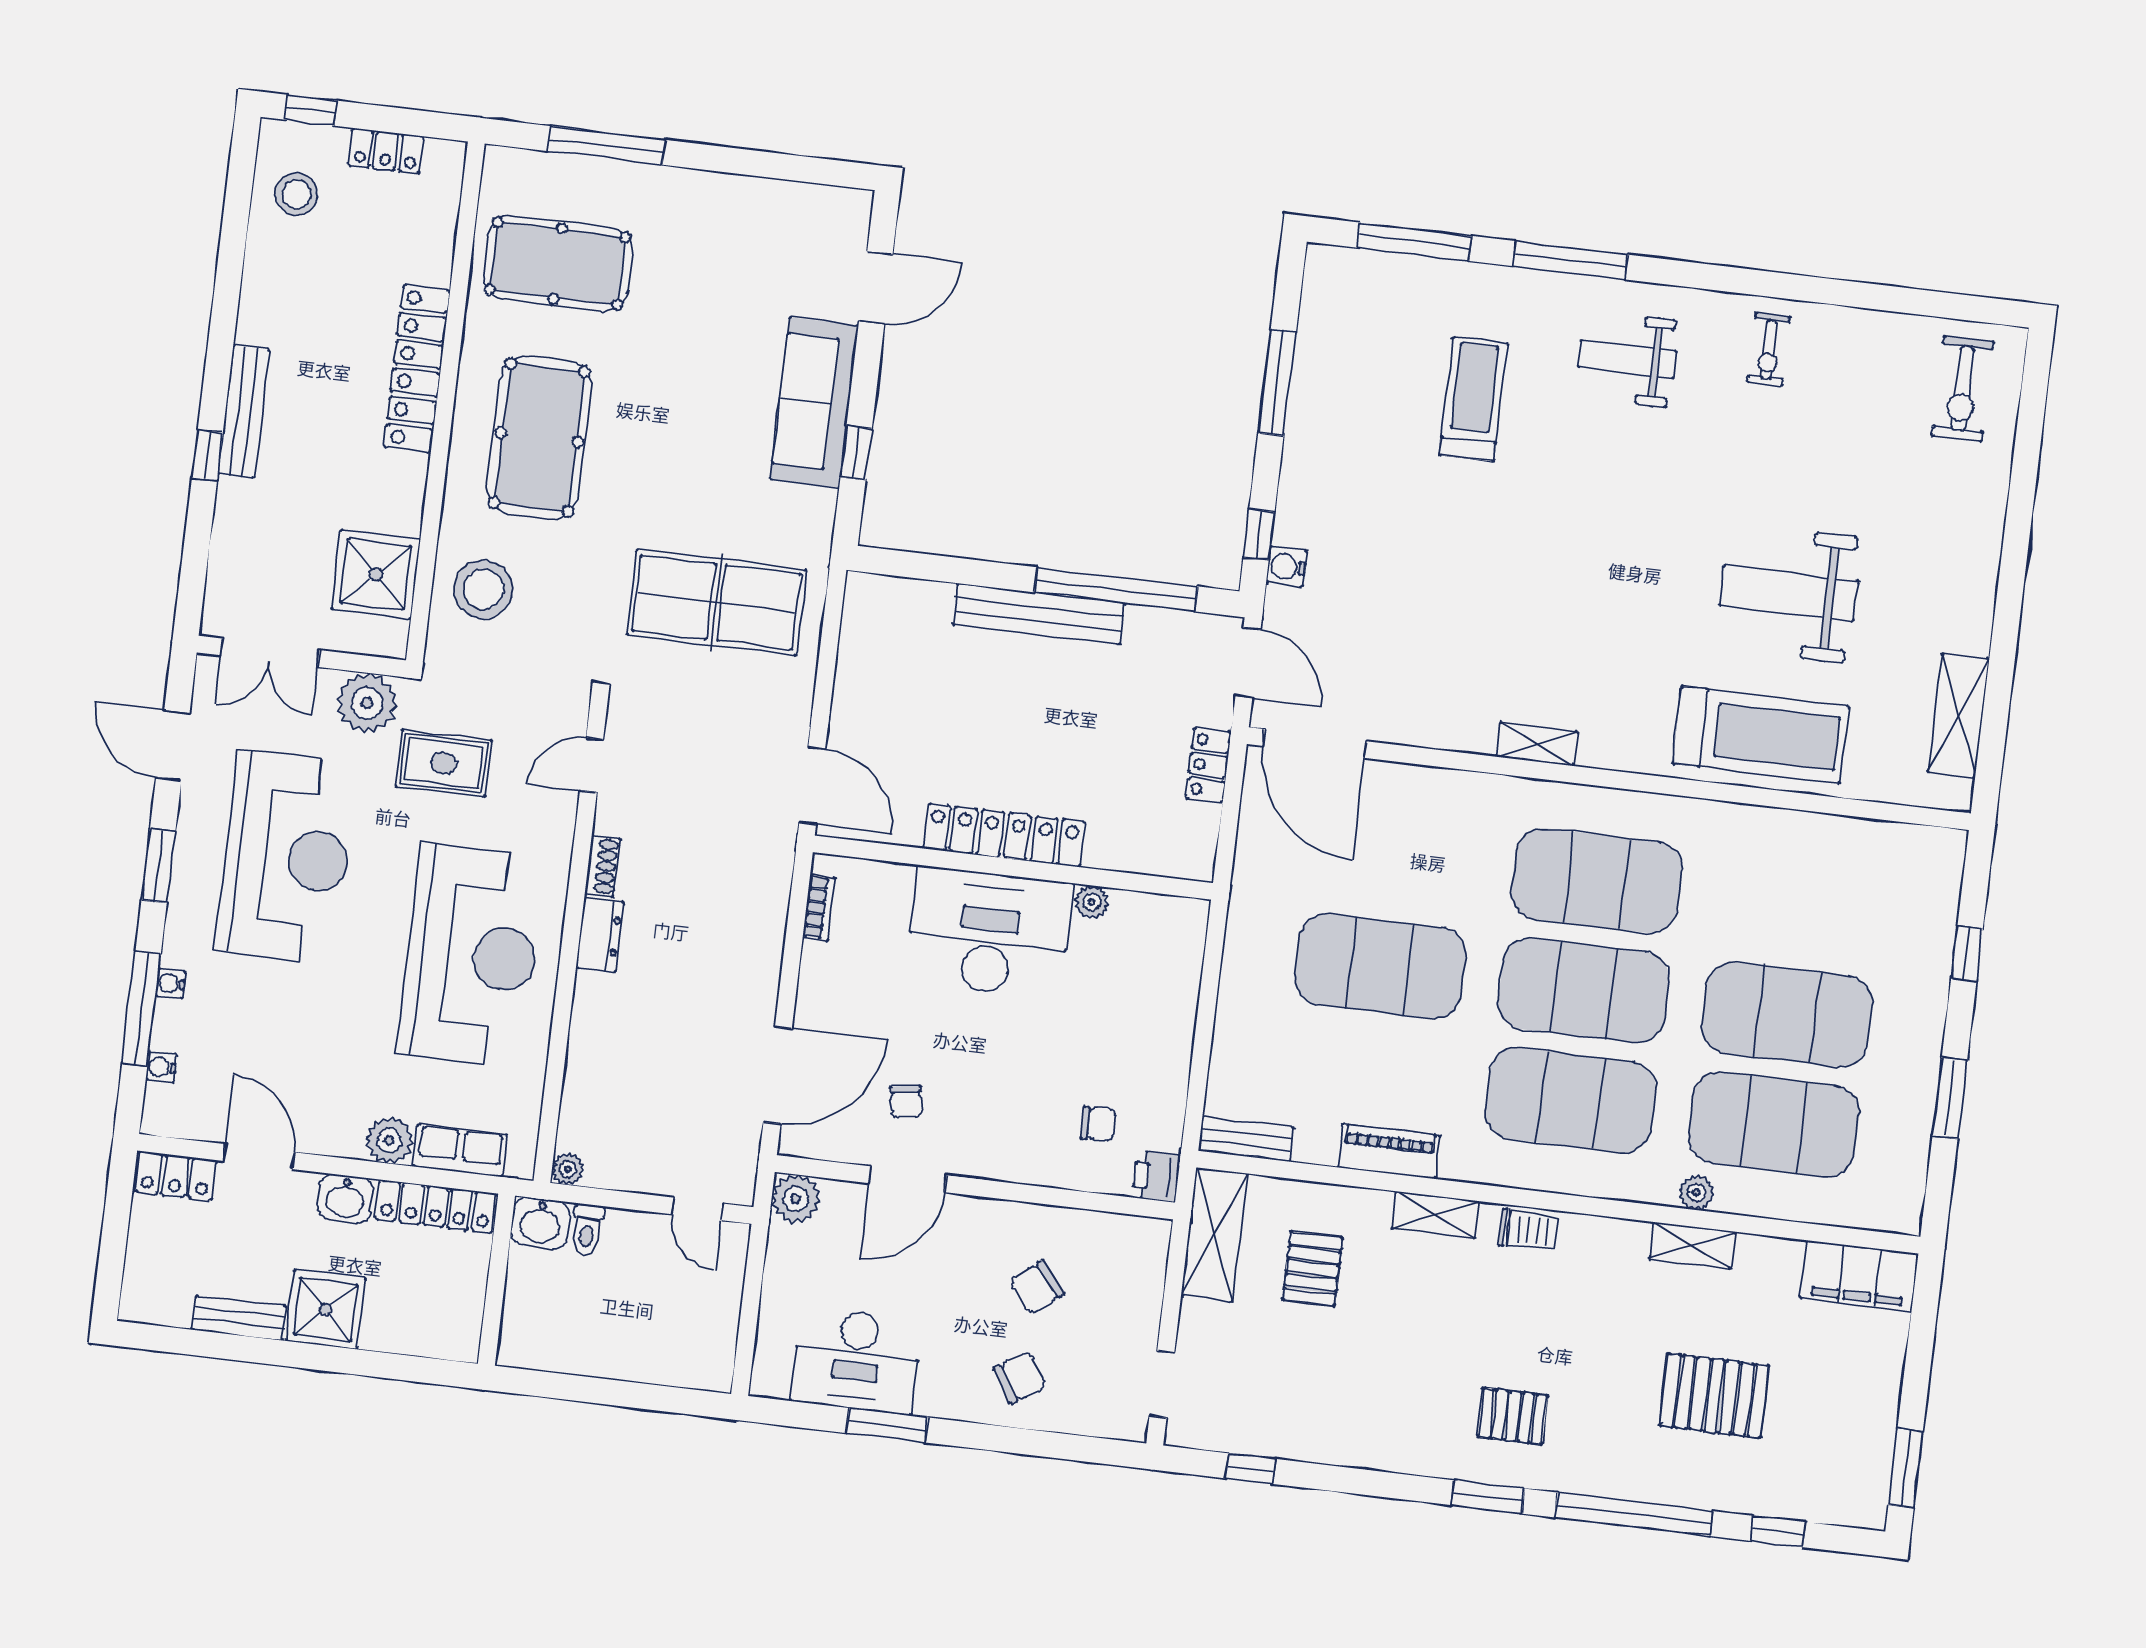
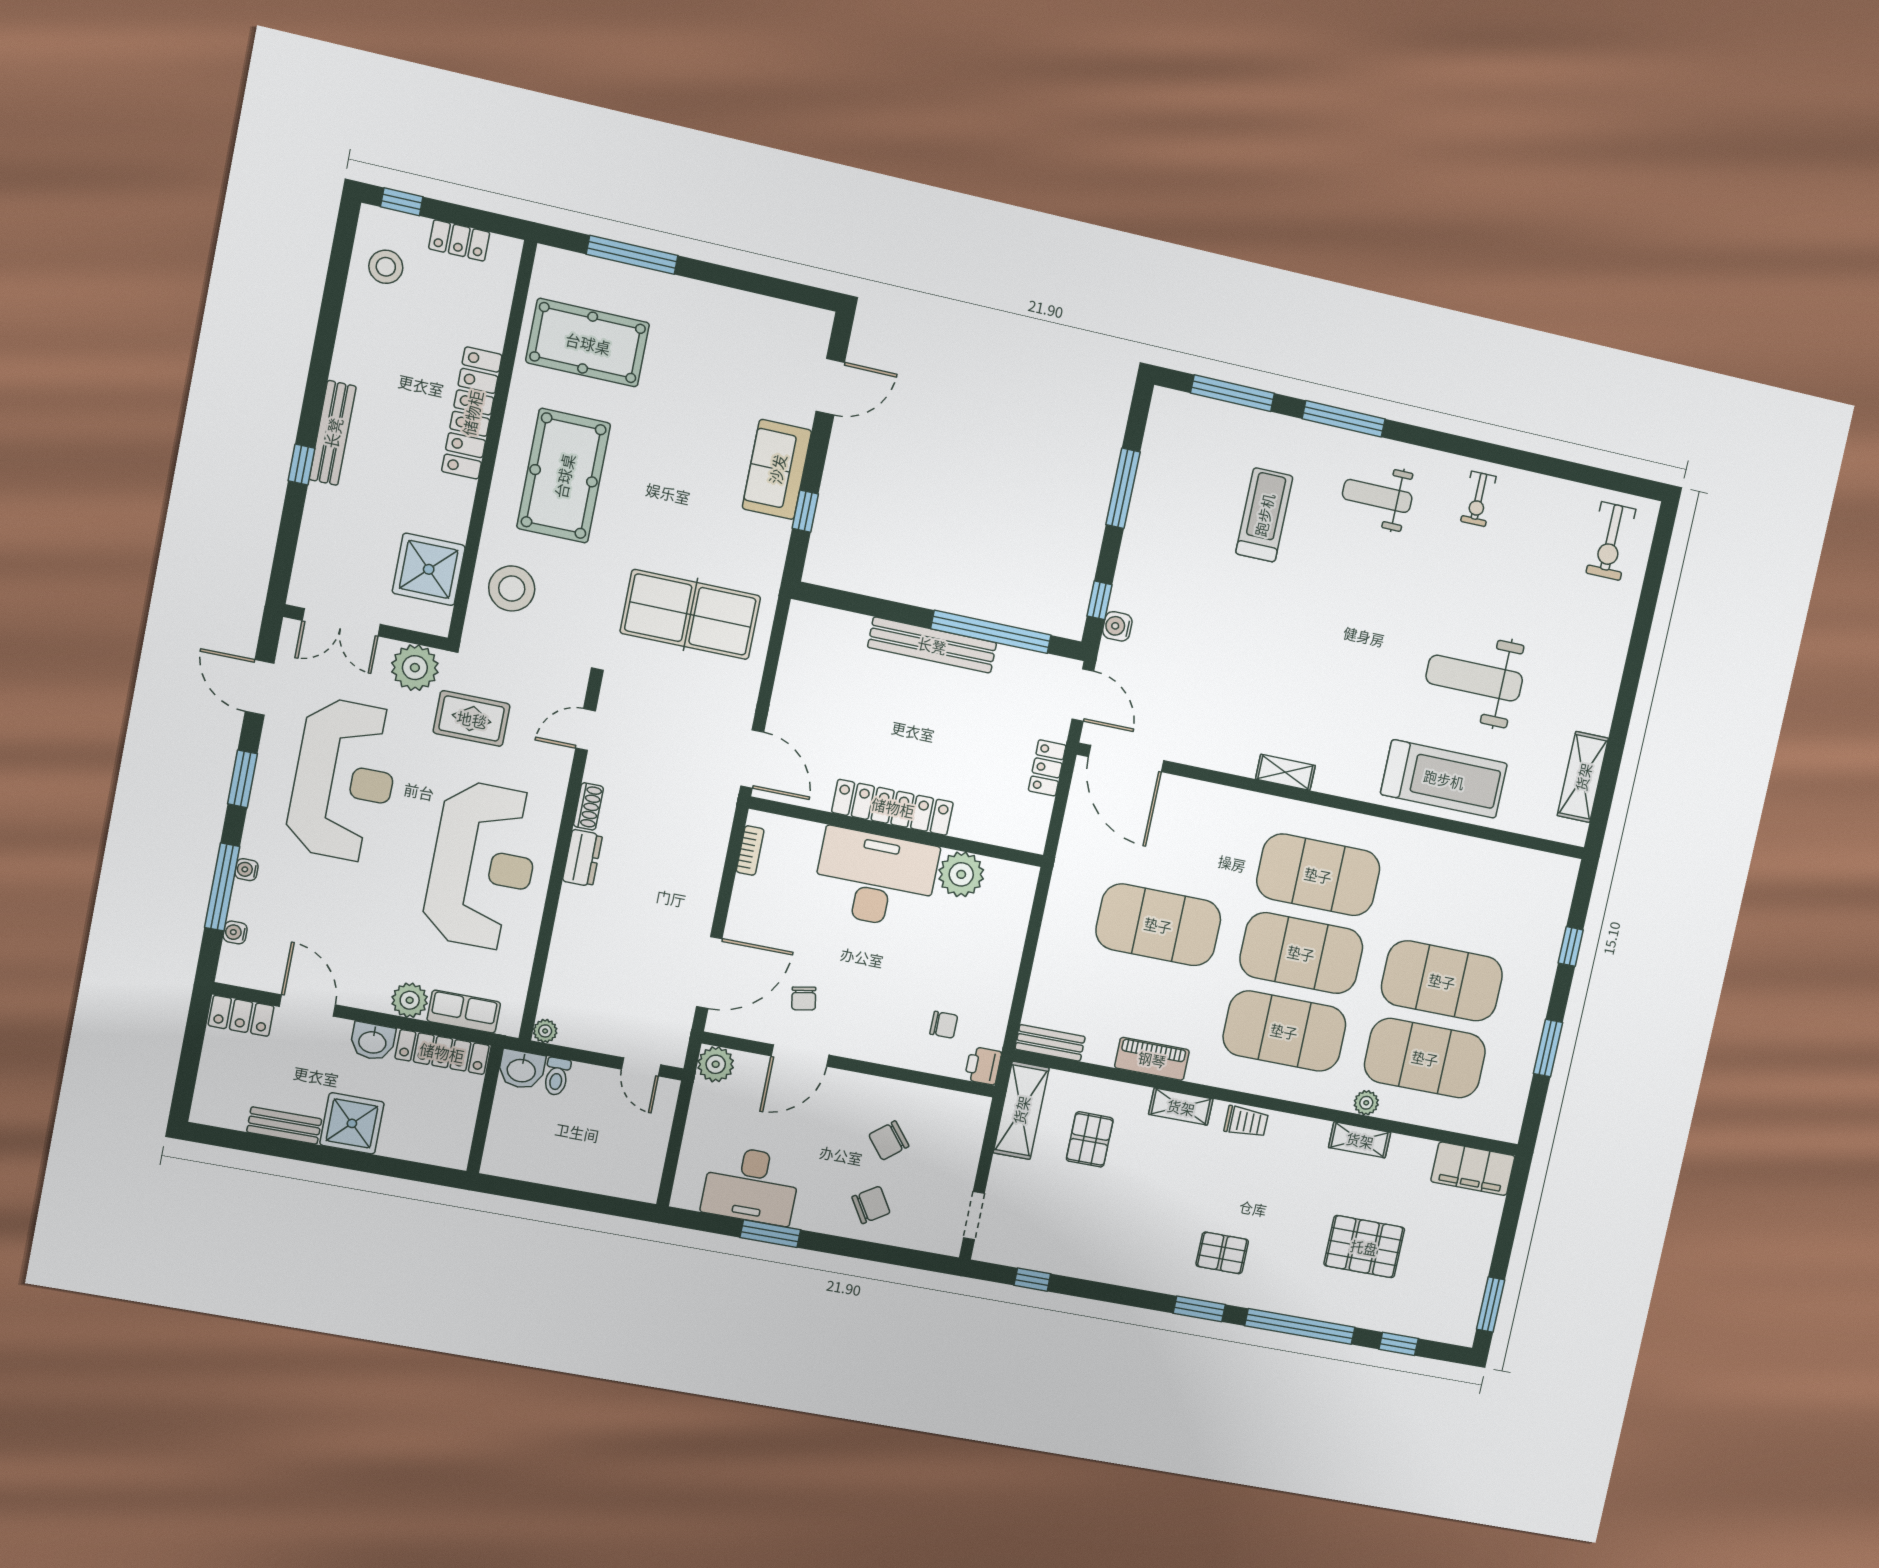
sofa: (814, 402) -> (777, 469), width x0.73
plant: (1092, 902) -> (961, 874), width x1.88, depth x1.88

